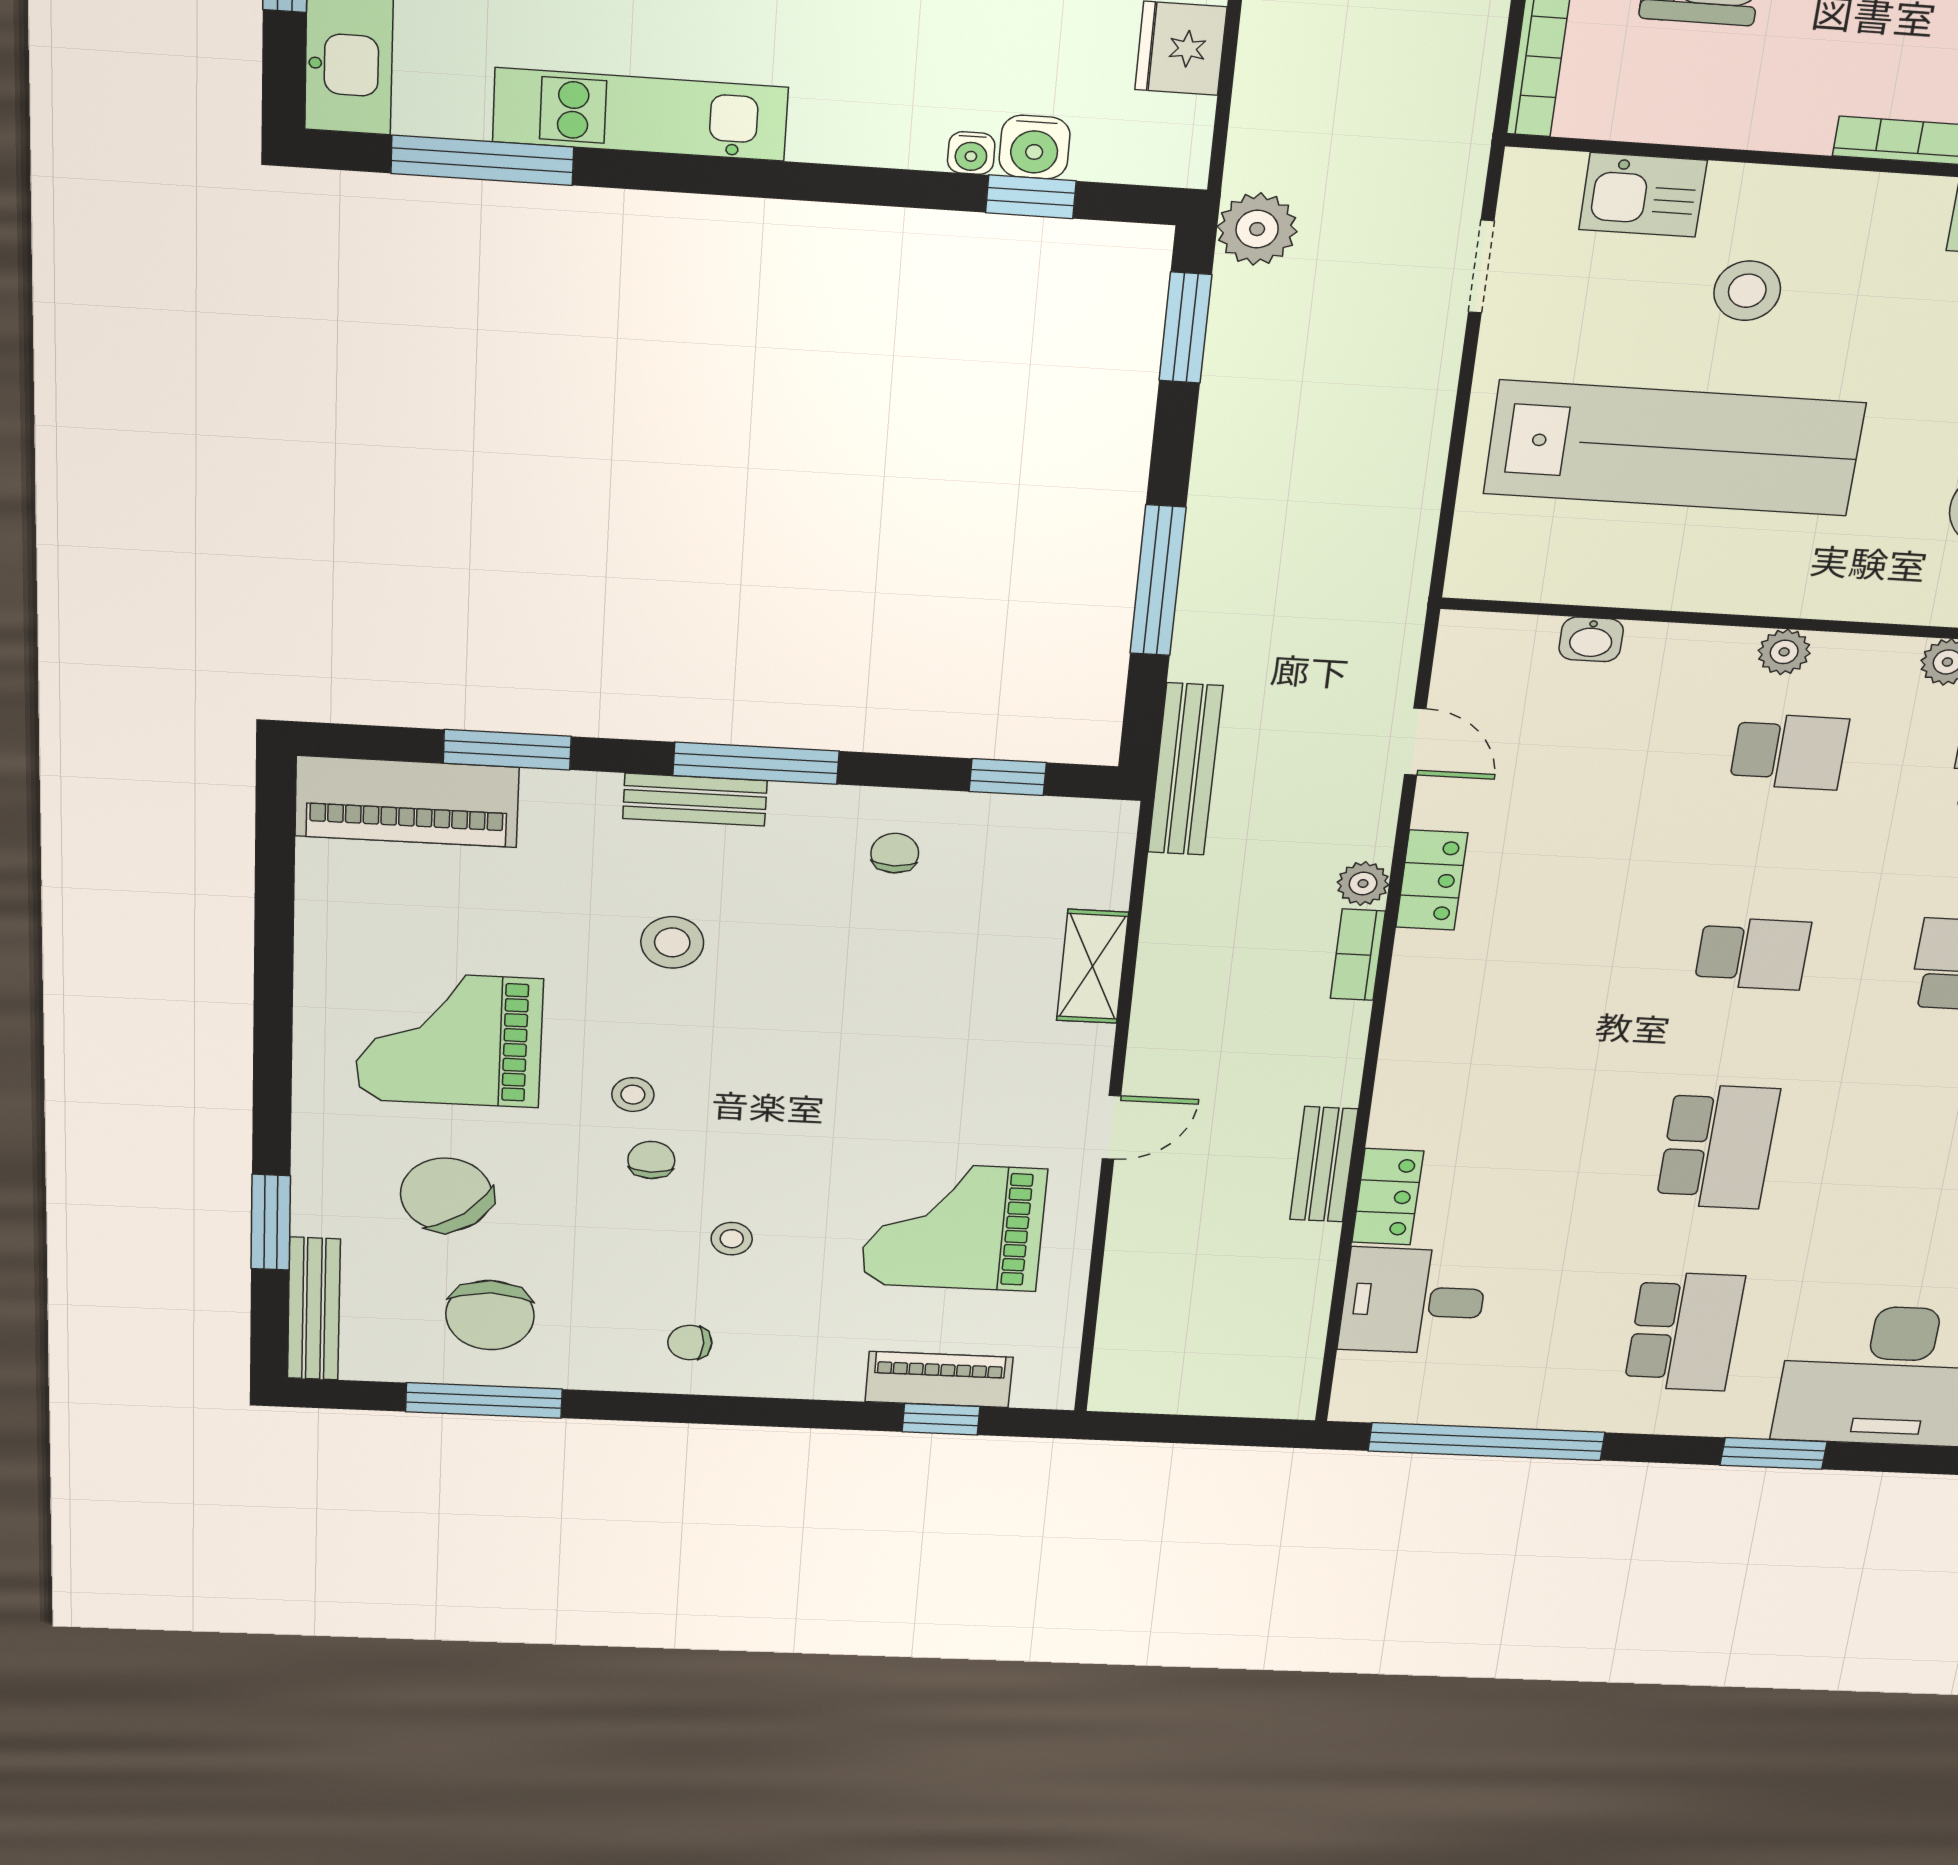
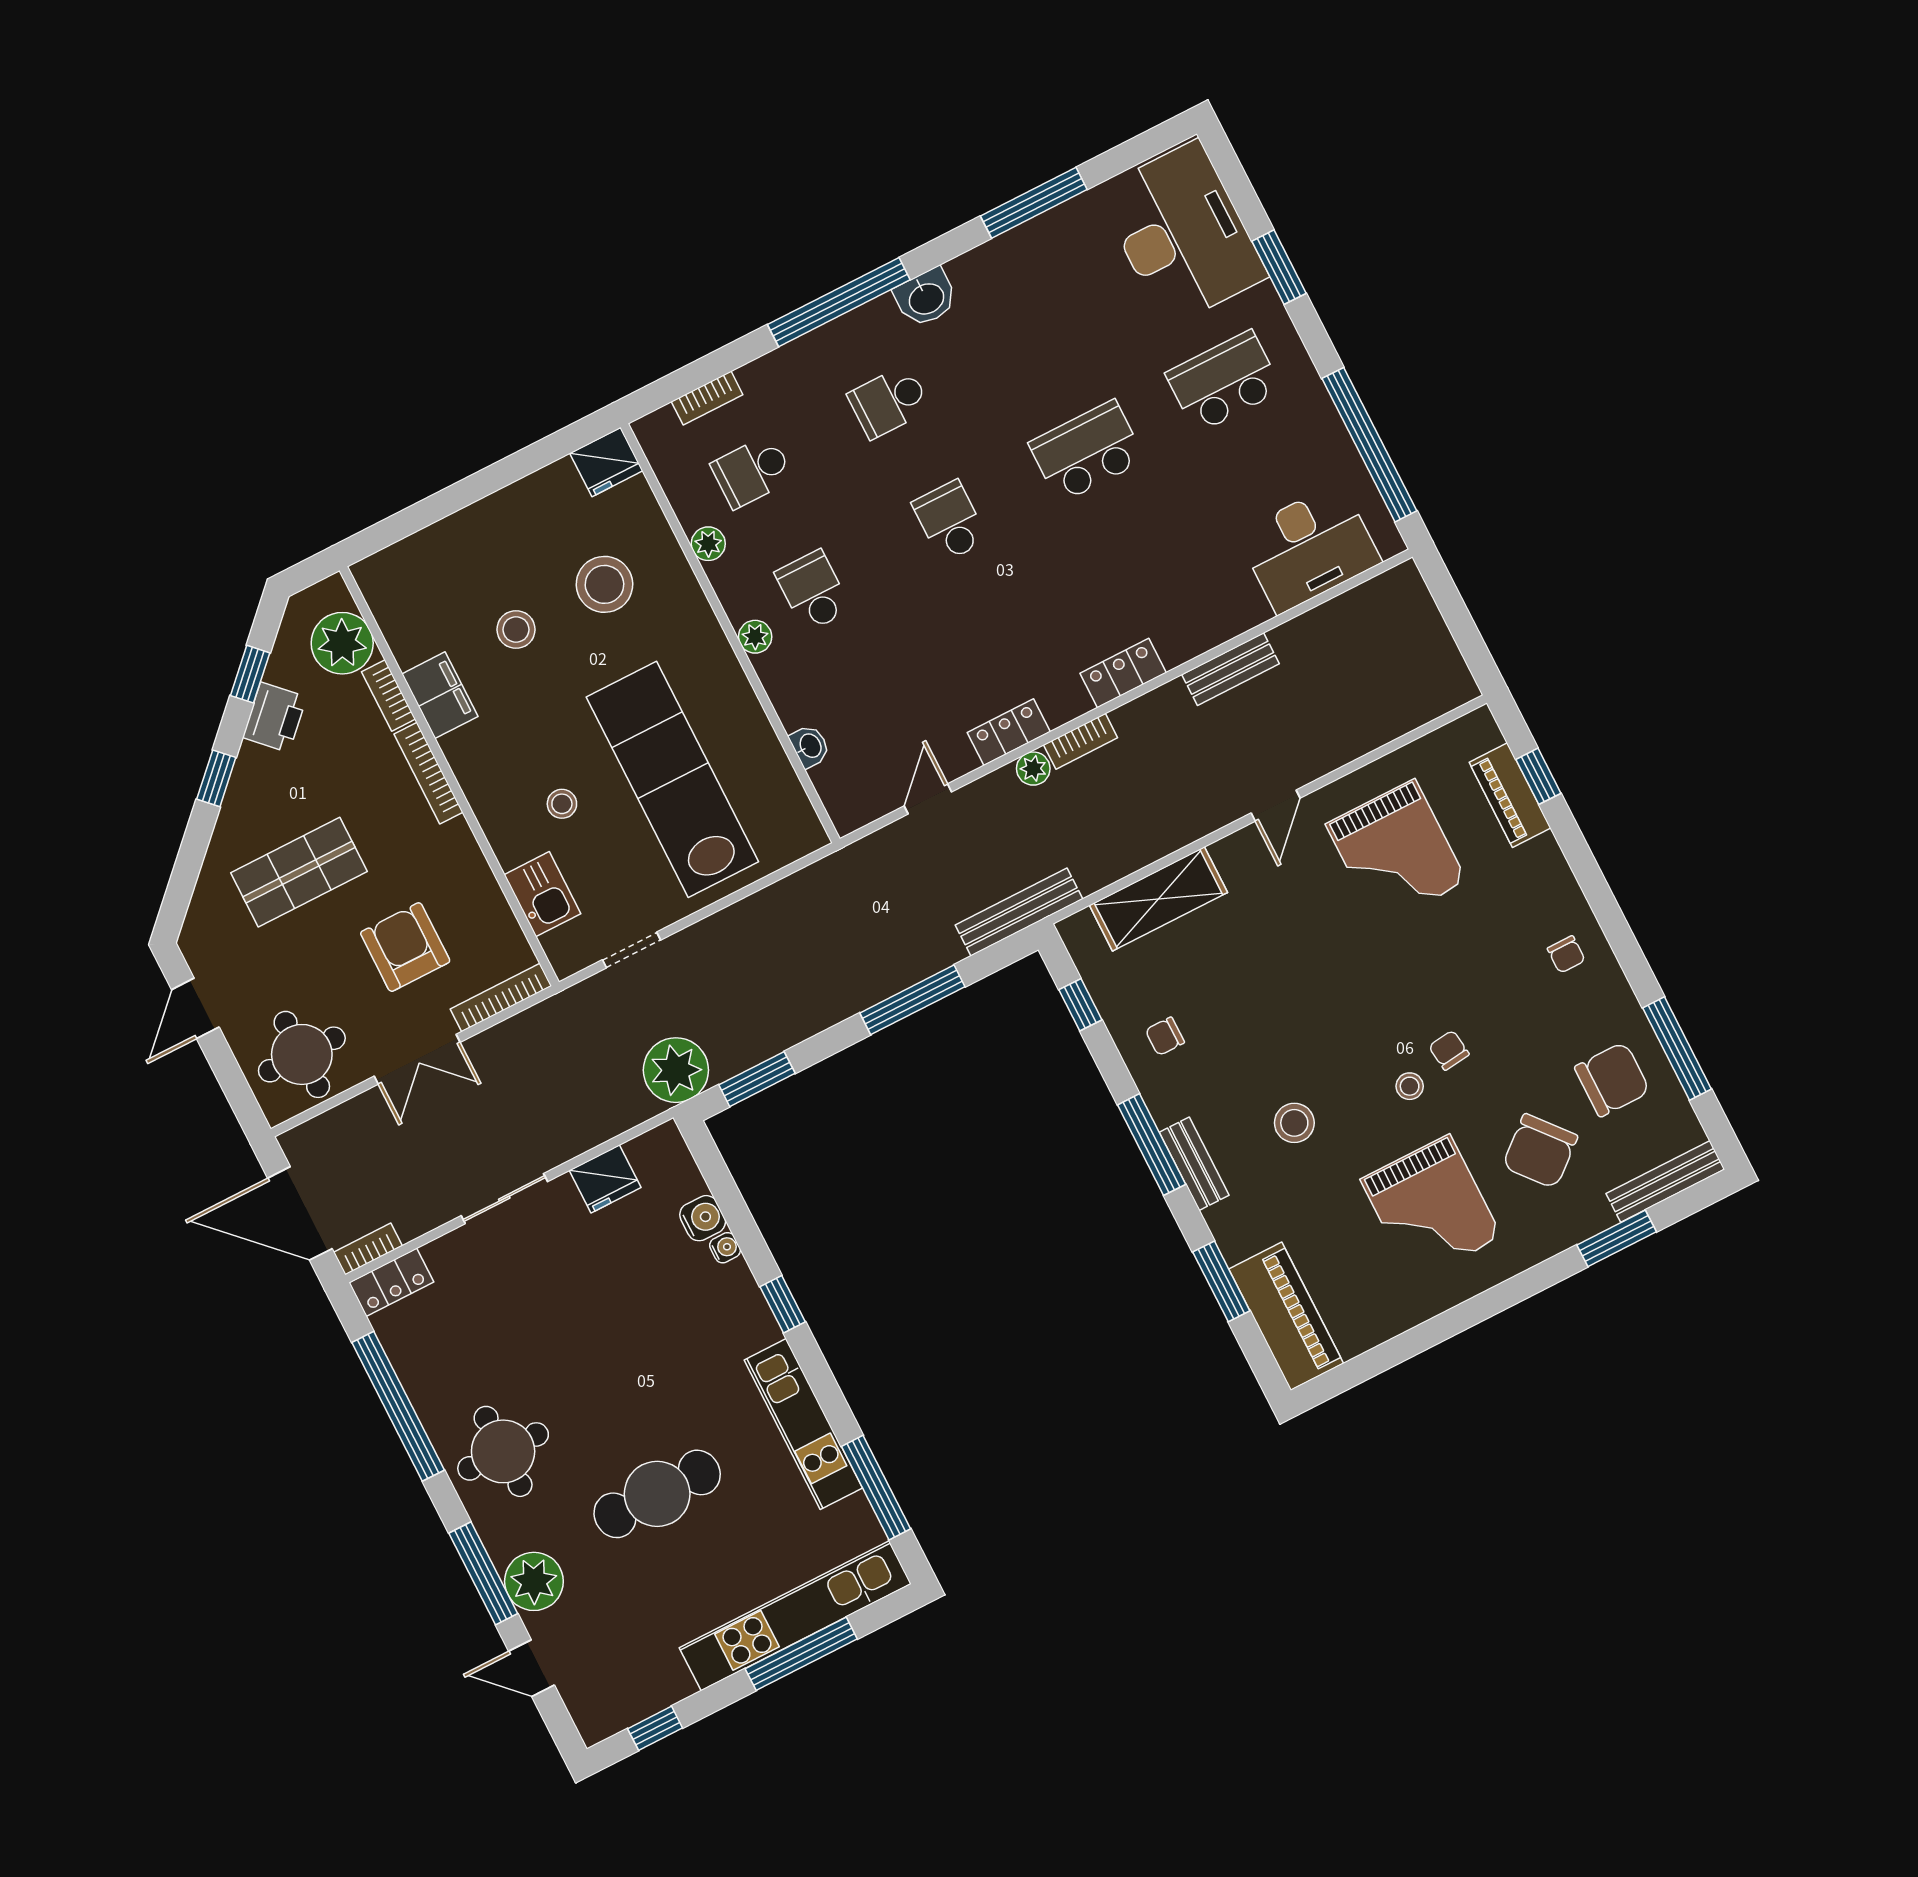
window: (1031, 197) -> (783, 1304), moved
plant: (1257, 229) -> (676, 1070), width x1.36, depth x1.36
stool: (1747, 291) -> (562, 804), width x0.73, depth x0.73
shelving: (1092, 966) -> (1158, 899), width x1.50, depth x1.33
door: (1111, 1127) -> (1276, 806), swing flipped
chair: (651, 1160) -> (1449, 1050), turned 83
locker: (1388, 1197) -> (1123, 673), moved
stool: (732, 1239) -> (1478, 973), removed
desk: (1413, 1301) -> (1309, 548), width x1.37

